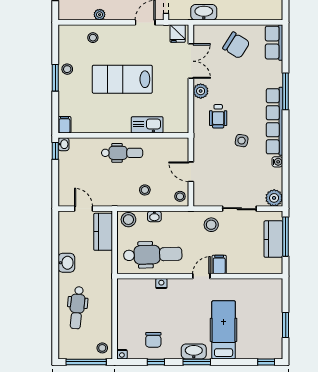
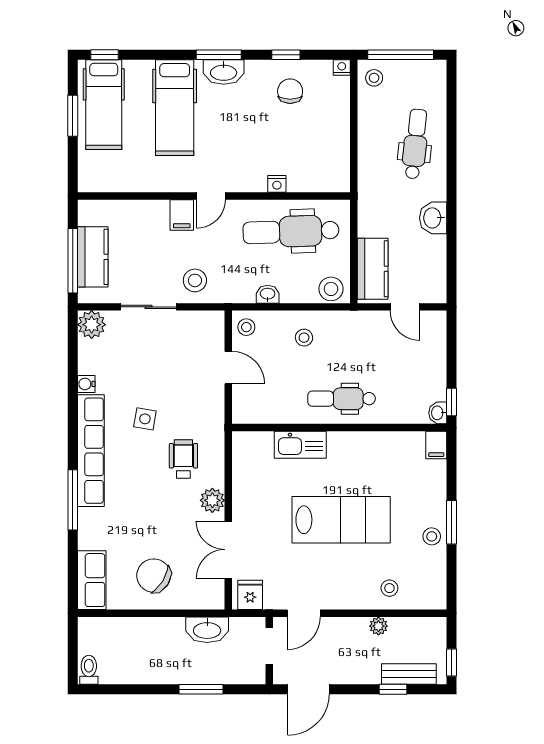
washbasin: (154, 216) -> (268, 294), moved
hospital bed: (267, 332) -> (104, 105), added

